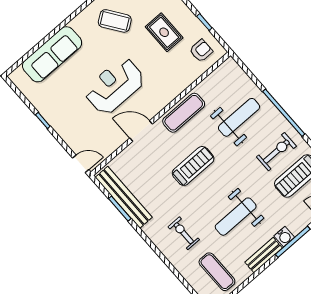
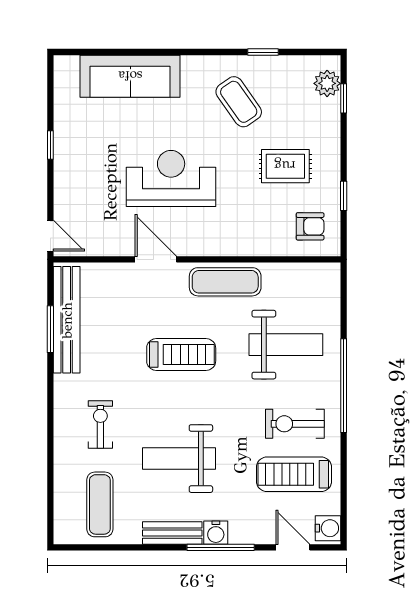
rug: (164, 32) -> (285, 166), turned 90
exercise bike: (276, 152) -> (295, 424), turned 180

